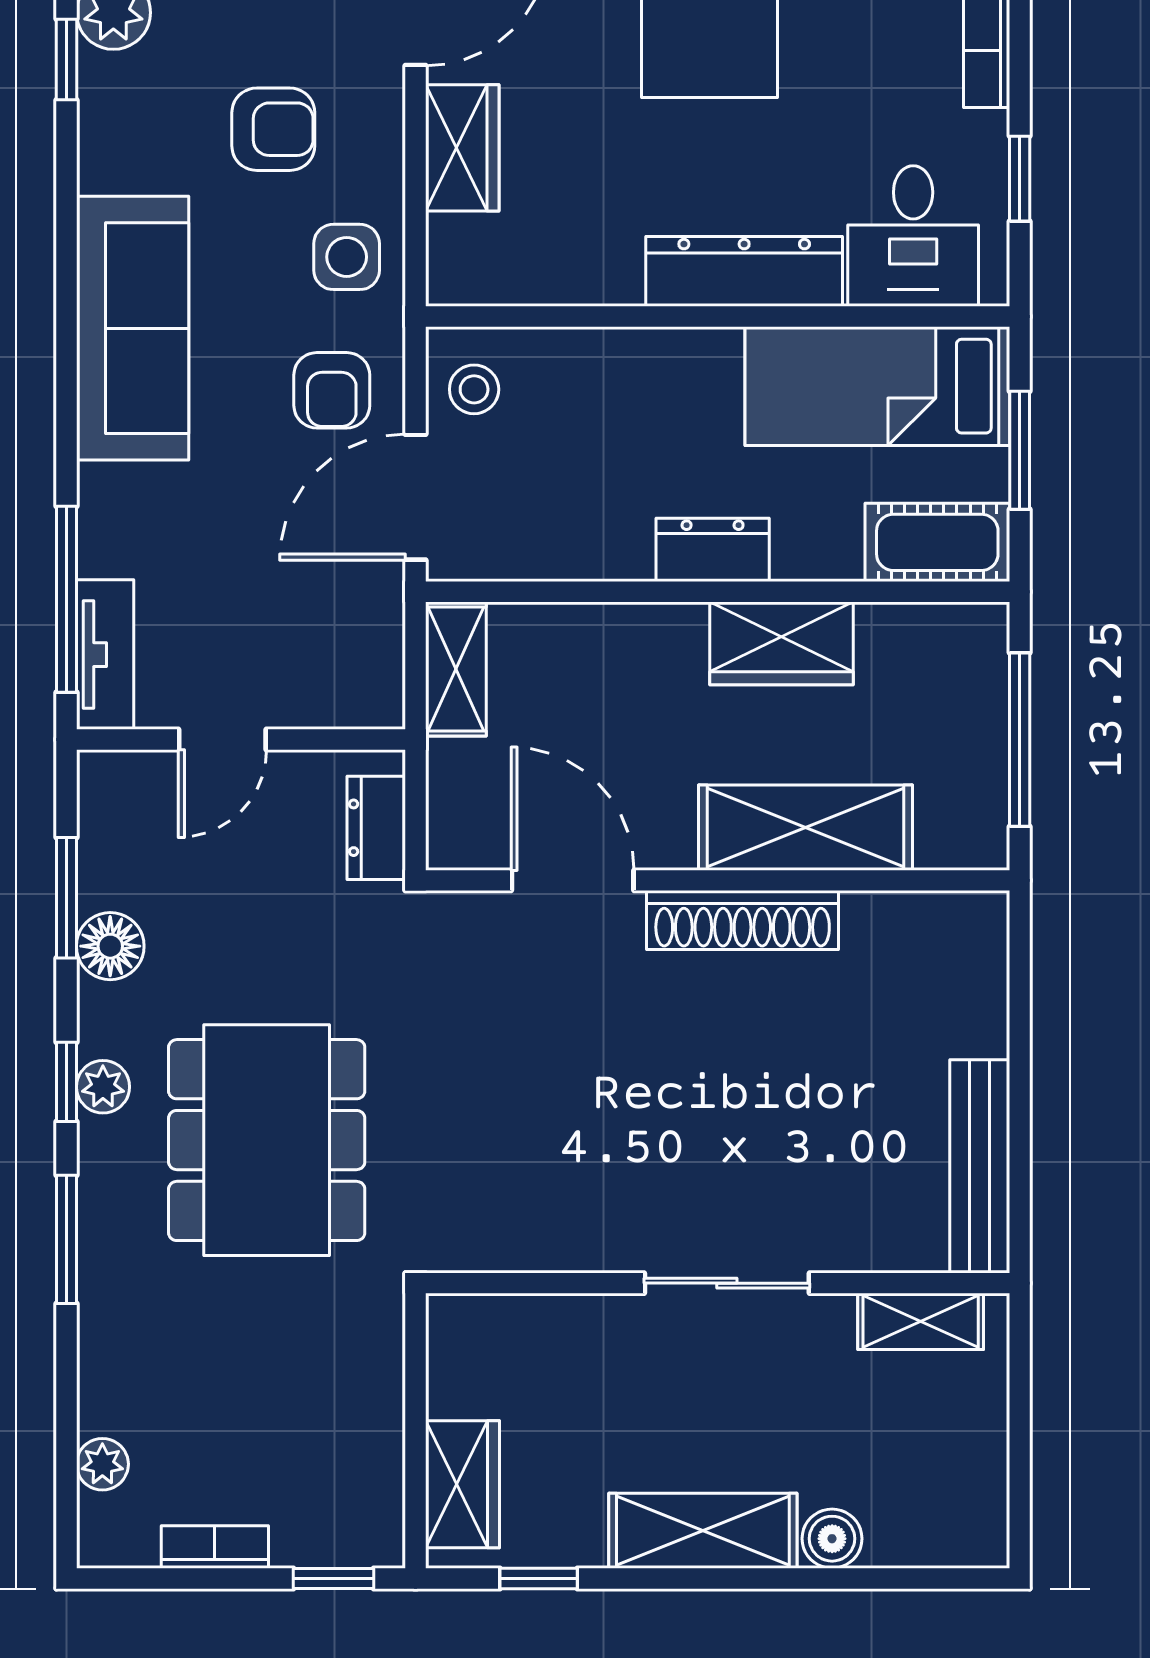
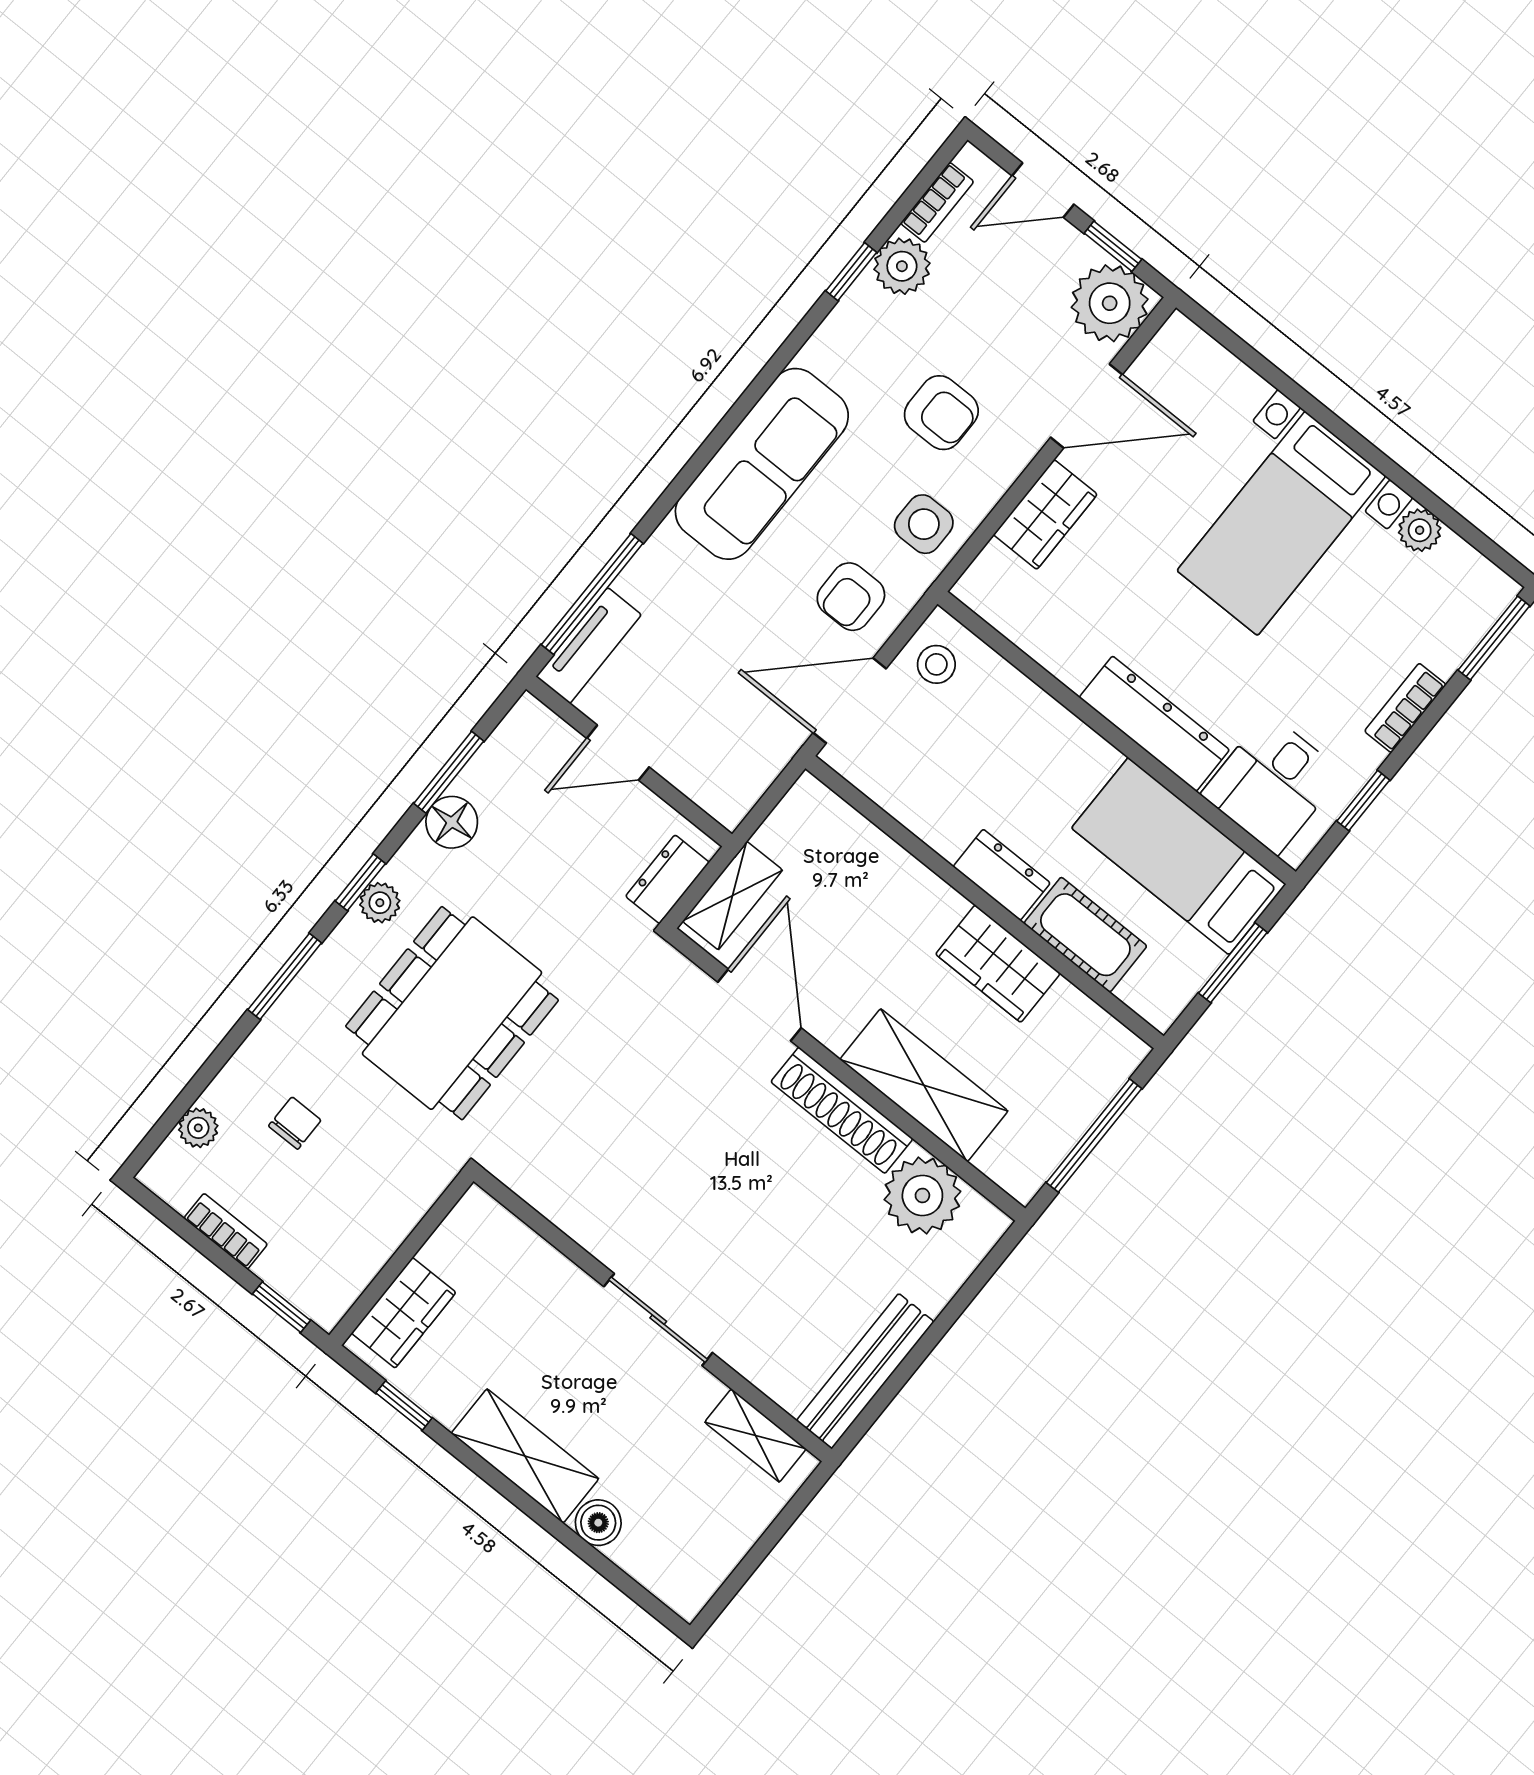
cot: (937, 542) -> (1085, 935), moved
shelving: (456, 669) -> (732, 896), moved
plant: (894, 941) -> (922, 1195), added
chair: (197, 1380) -> (295, 1123), added

